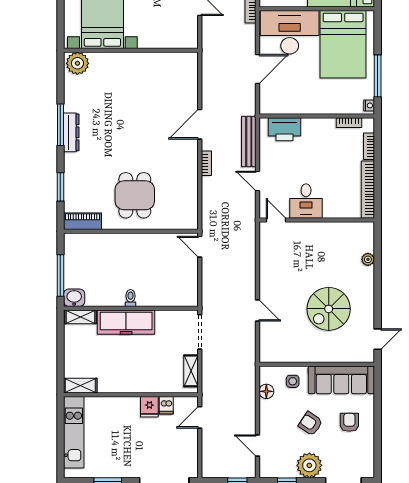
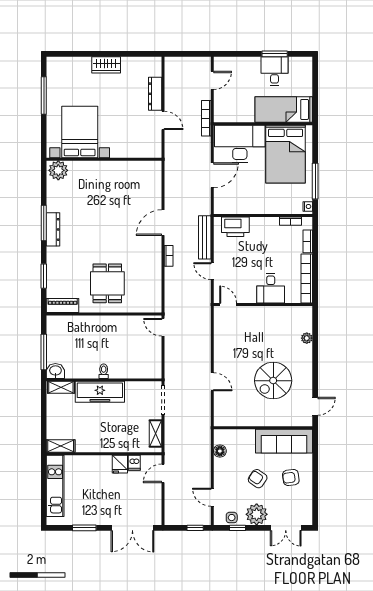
desk: (306, 201) -> (271, 288), moved
side table: (293, 381) -> (232, 518), moved
armchair: (349, 422) -> (291, 478), turned -98

